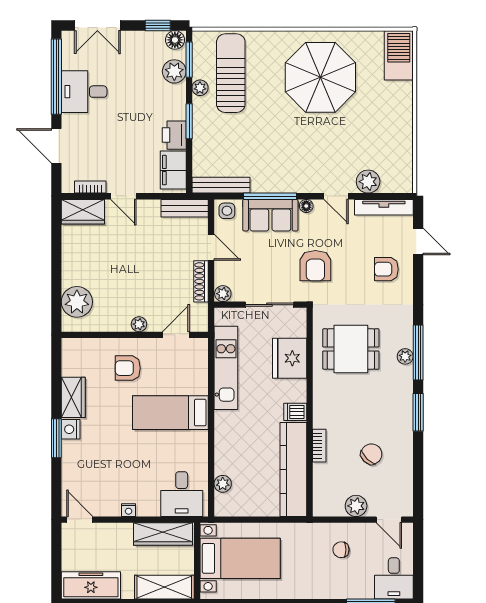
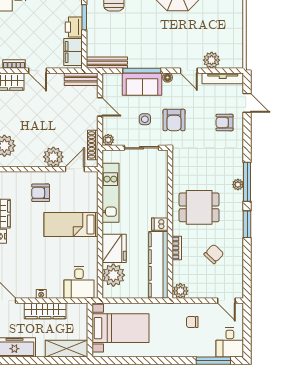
side table: (227, 211) -> (145, 119), moved
shoe rack: (201, 281) -> (93, 145), moved
plant: (139, 324) -> (53, 157), width x1.88, depth x1.88
dining table: (351, 349) -> (199, 207), moved
fridge: (290, 358) -> (114, 248), moved, turned 180
plant: (223, 484) -> (113, 275), width x1.88, depth x1.88
plant: (356, 506) -> (180, 291), moved
wardrobe: (163, 534) -> (45, 311), moved

